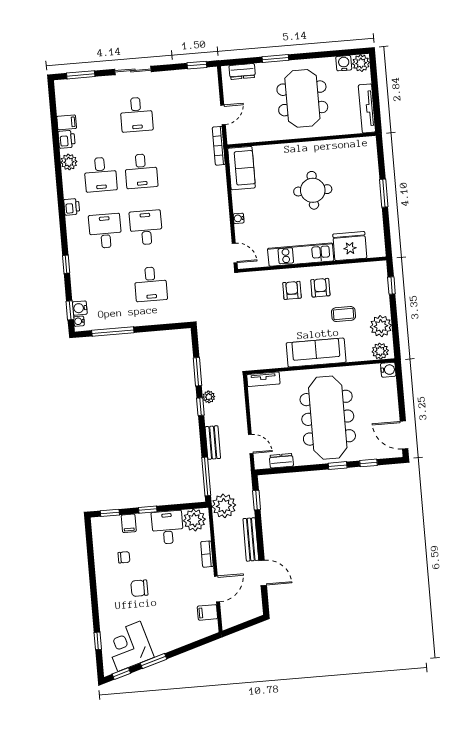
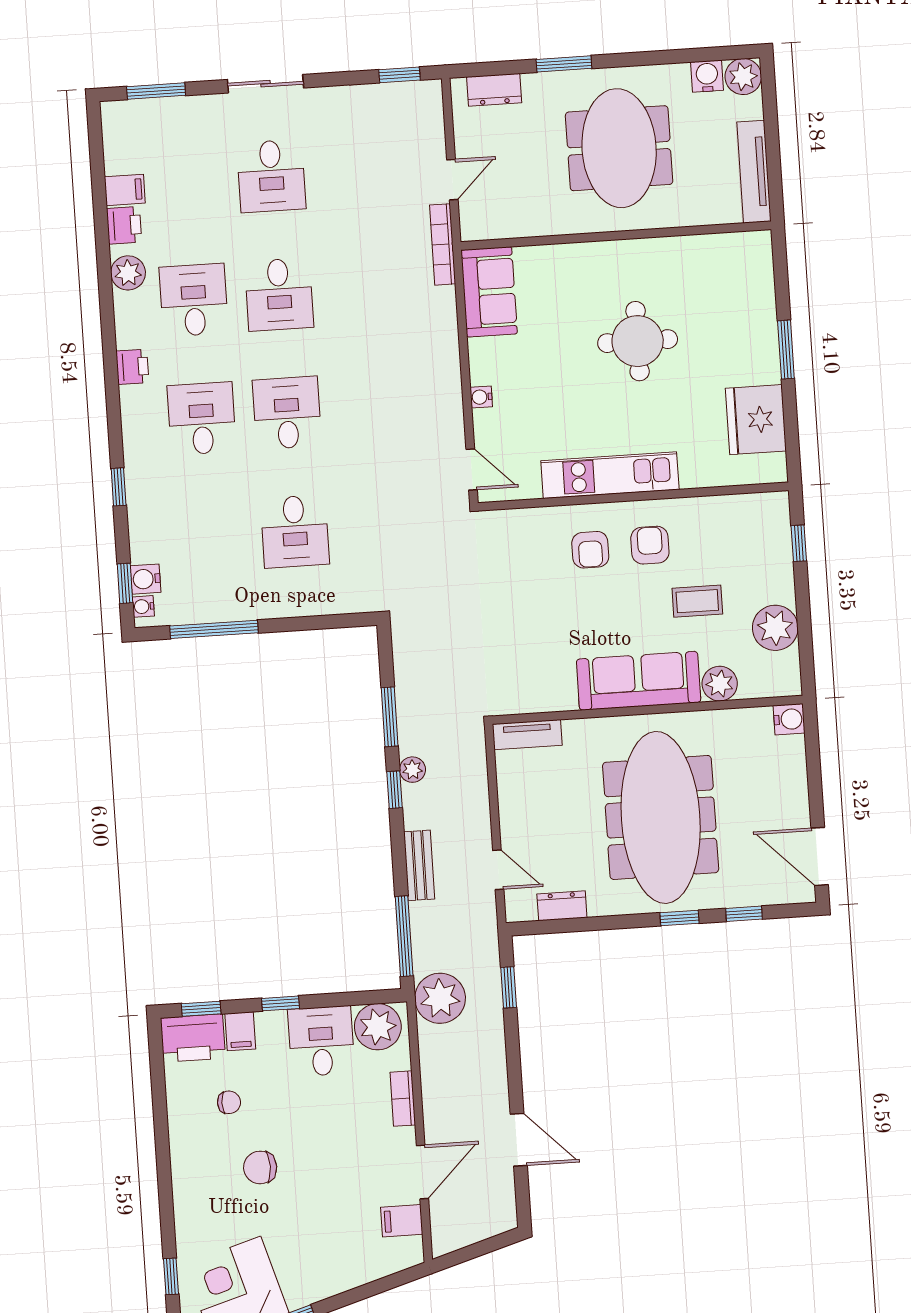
desk: (100, 174) -> (194, 300), turned 180
fridge: (350, 246) -> (756, 420), moved, turned -90
armchair: (292, 290) -> (590, 550), turned 180
plant: (380, 351) -> (720, 684), moved
printer: (106, 527) -> (193, 1038), added
bench: (251, 539) -> (495, 1070), removed

